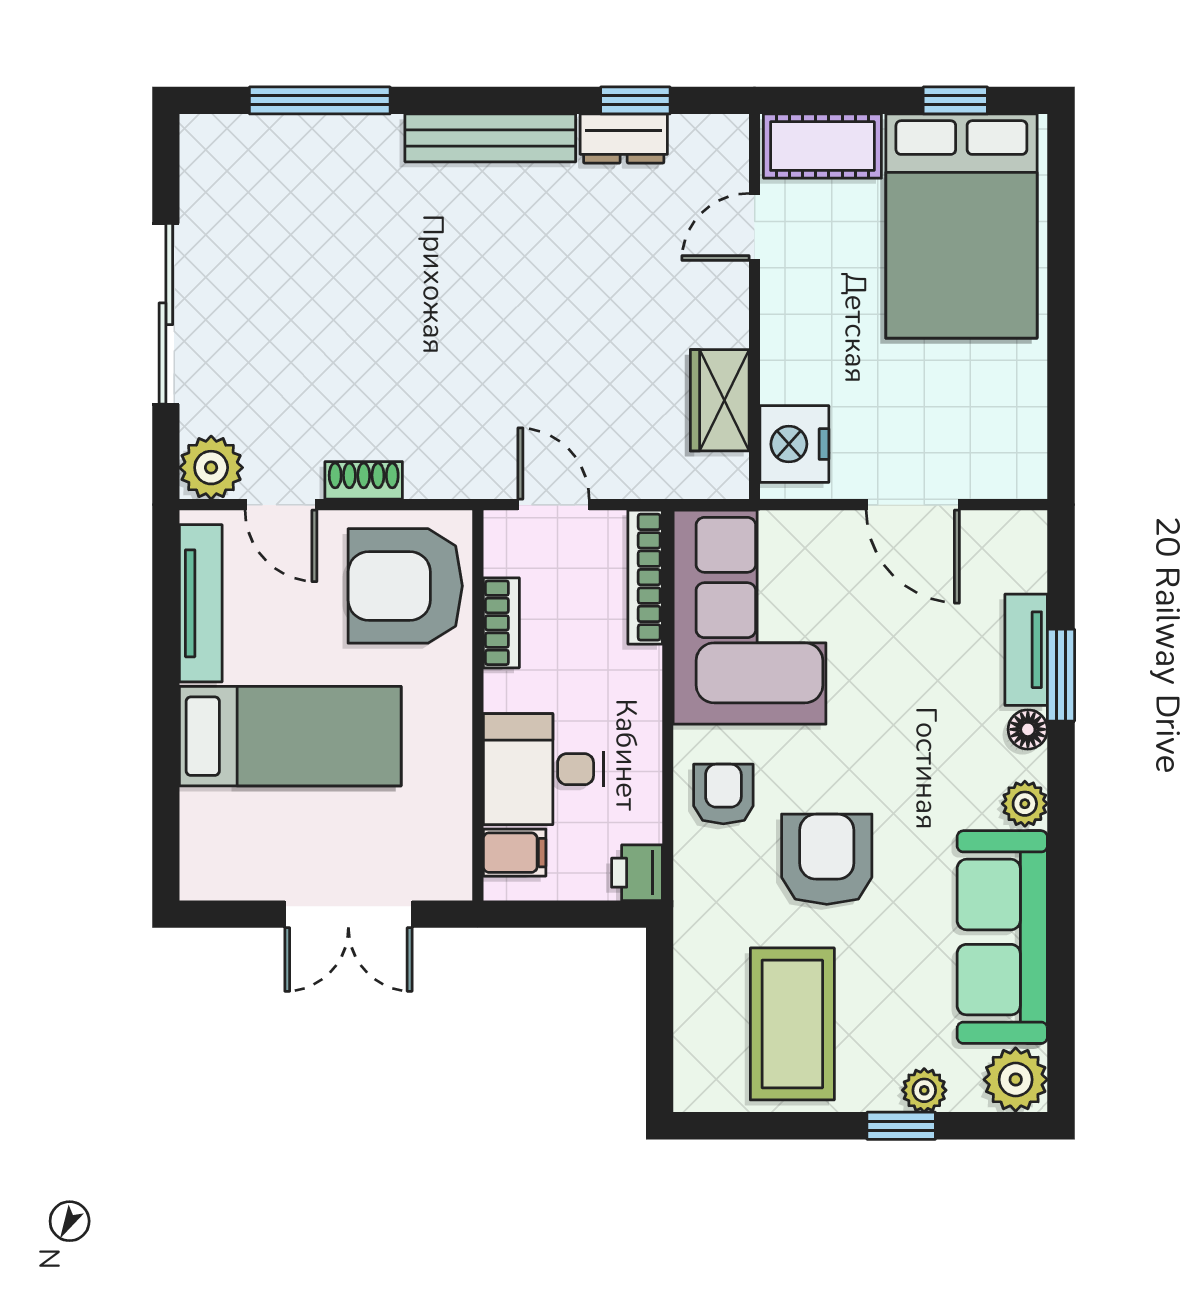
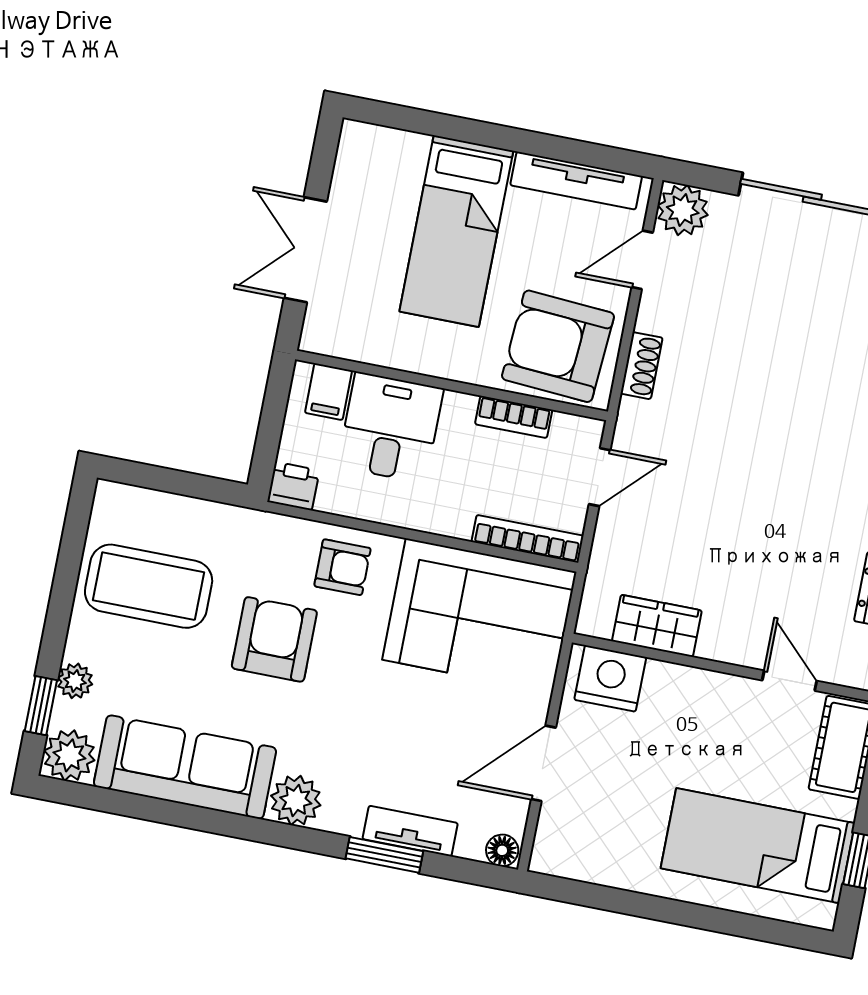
bed: (961, 226) -> (758, 846), width x0.67
shoe rack: (364, 480) -> (642, 366), moved
armchair: (405, 586) -> (558, 346), turned -86
floor lamp: (1028, 729) -> (502, 850), moved
plant: (1025, 804) -> (296, 800), width x1.38, depth x1.38
armchair: (827, 859) -> (274, 639), turned -90
window: (901, 1126) -> (41, 706), moved

